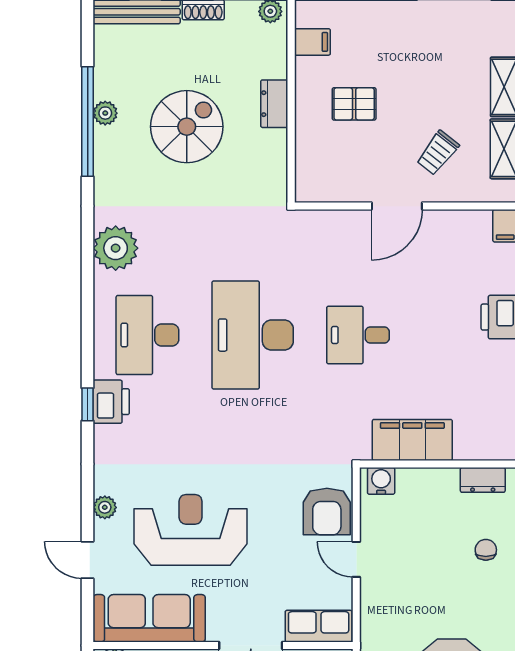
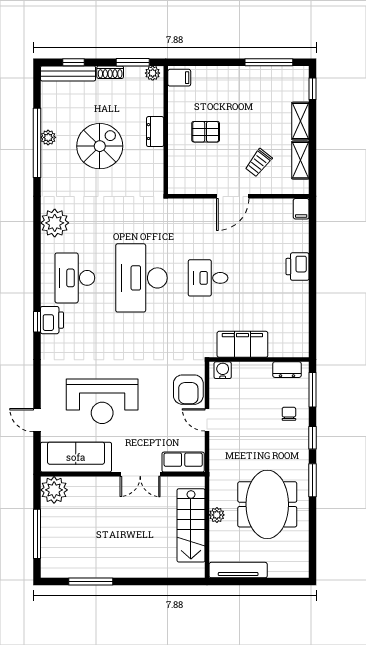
filing cabinet: (312, 42) -> (179, 78), moved
plant: (105, 507) -> (48, 387), removed
reception desk: (191, 530) -> (102, 401), turned 180

